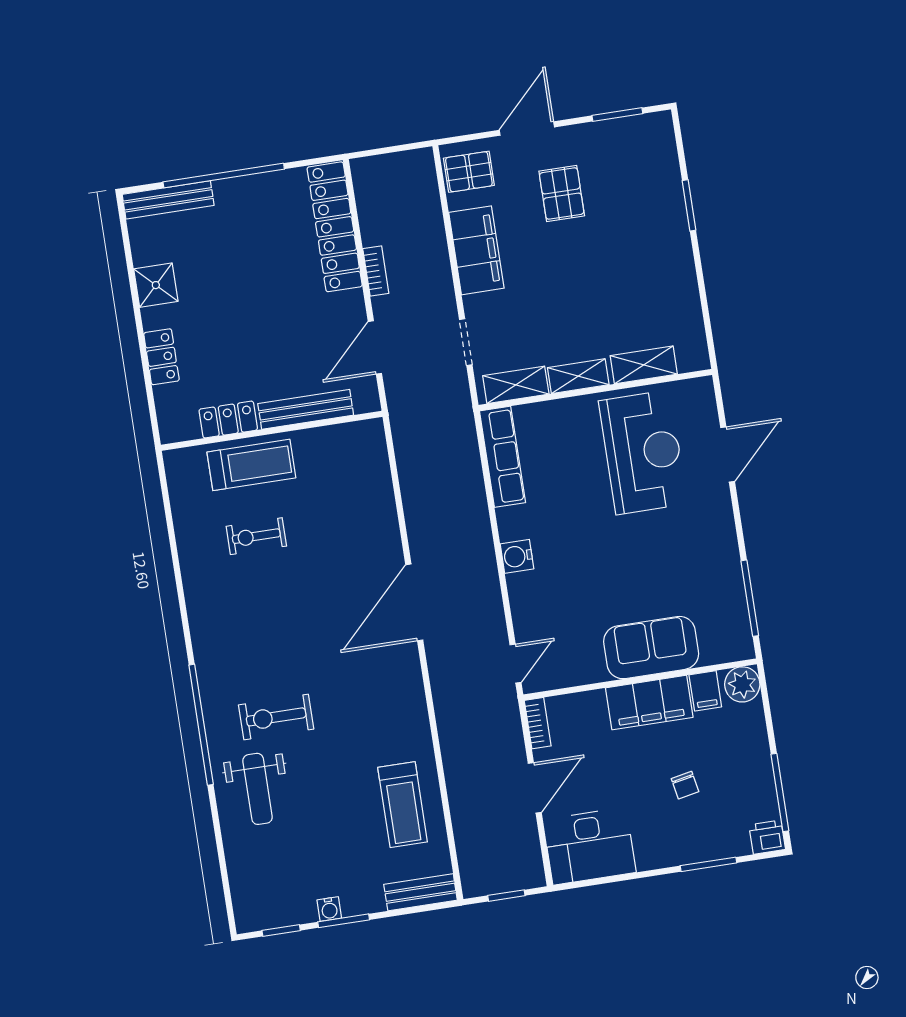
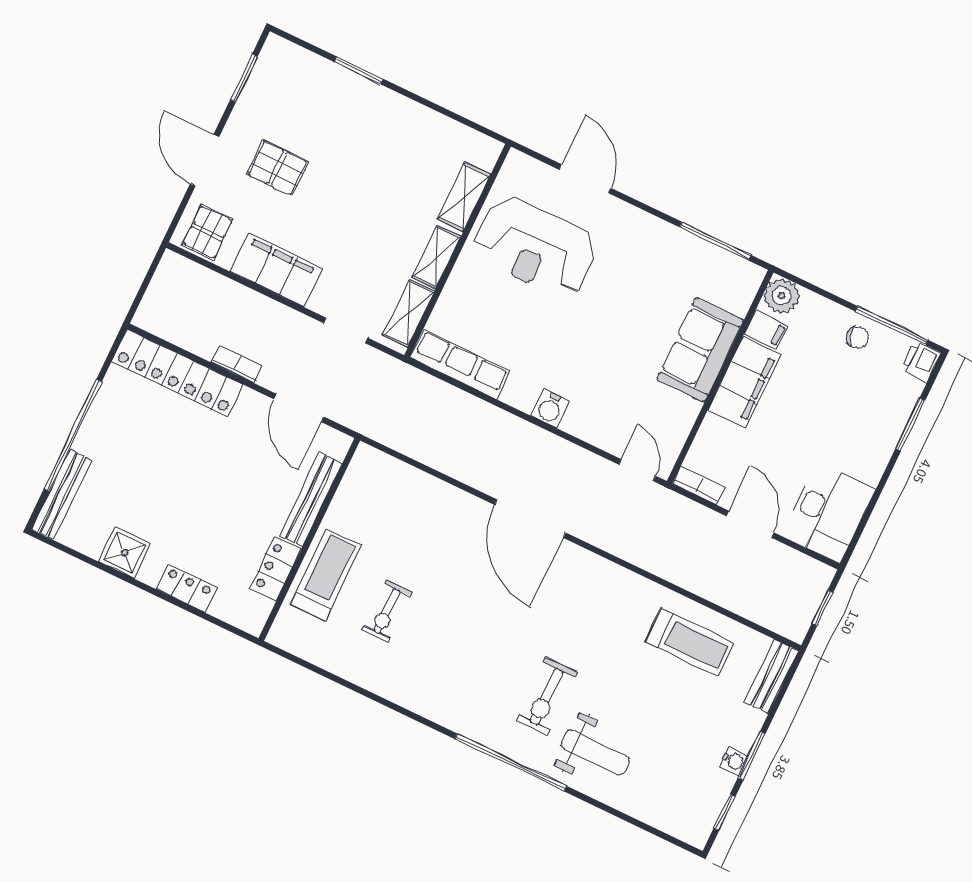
reception desk: (643, 452) -> (535, 247), turned 180
chair: (685, 785) -> (858, 337), moved

